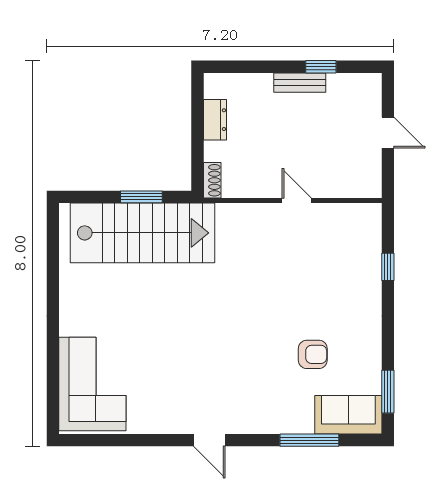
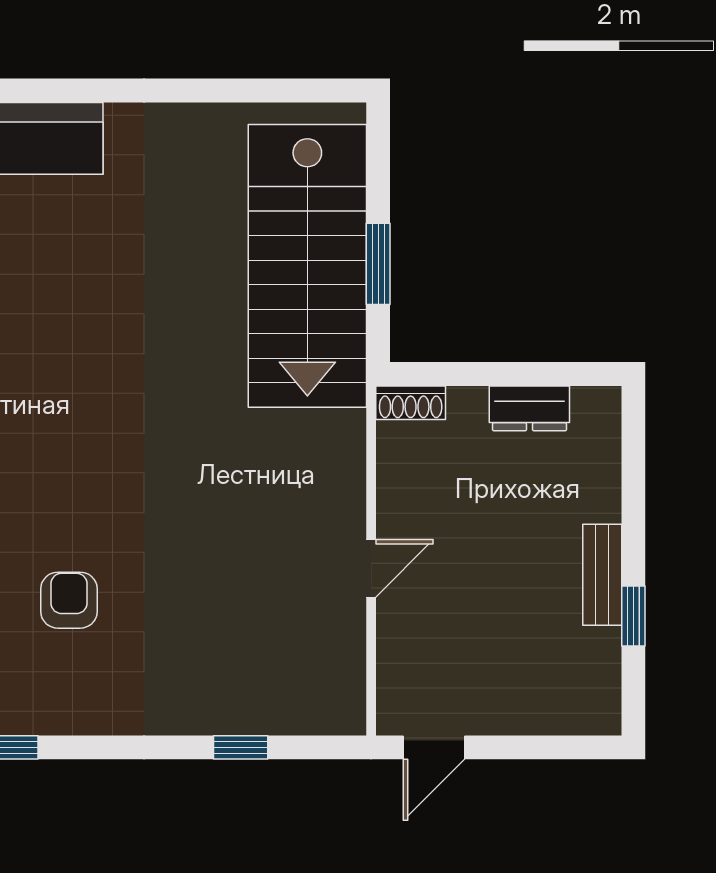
door: (388, 133) -> (434, 747), moved
armchair: (313, 354) -> (69, 600), turned 180

